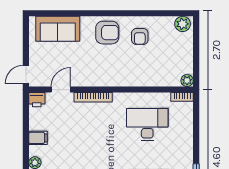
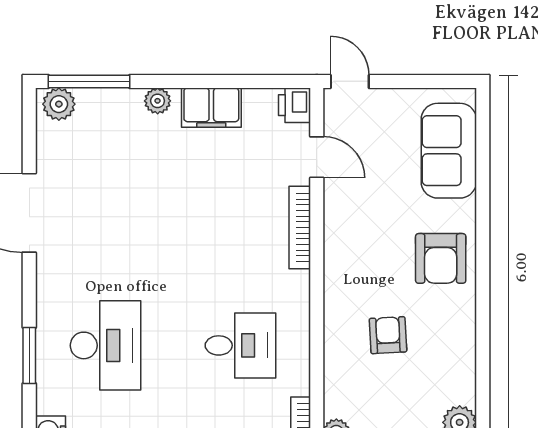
armchair: (140, 36) -> (388, 335), moved, turned 87
desk: (147, 125) -> (240, 345), width x0.73
filing cabinet: (38, 138) -> (211, 108), width x2.00

